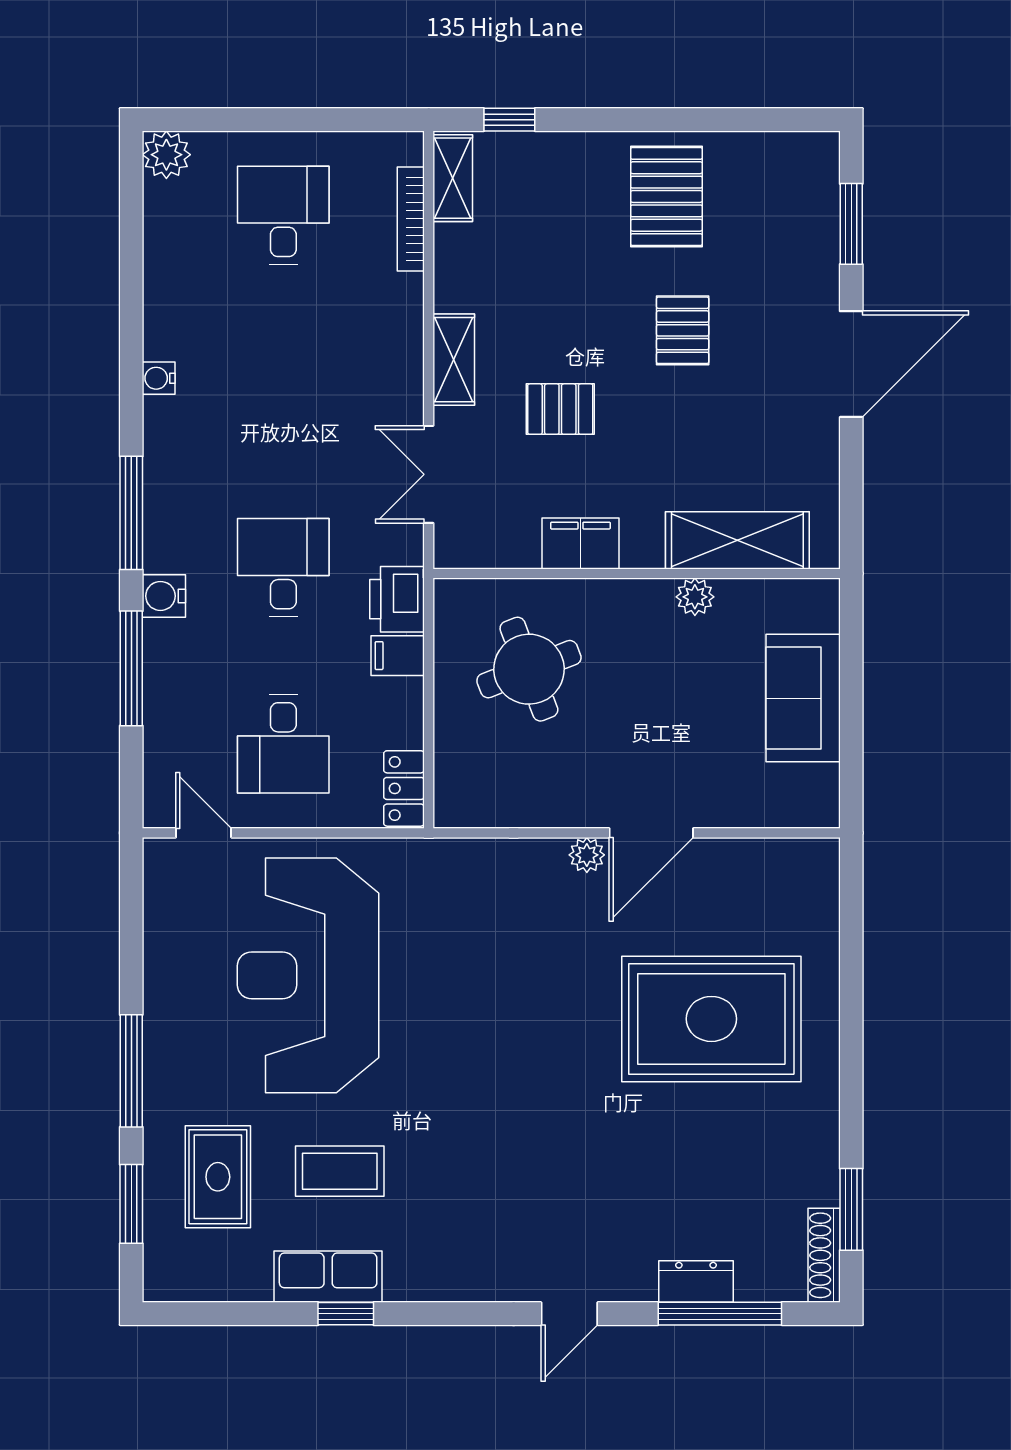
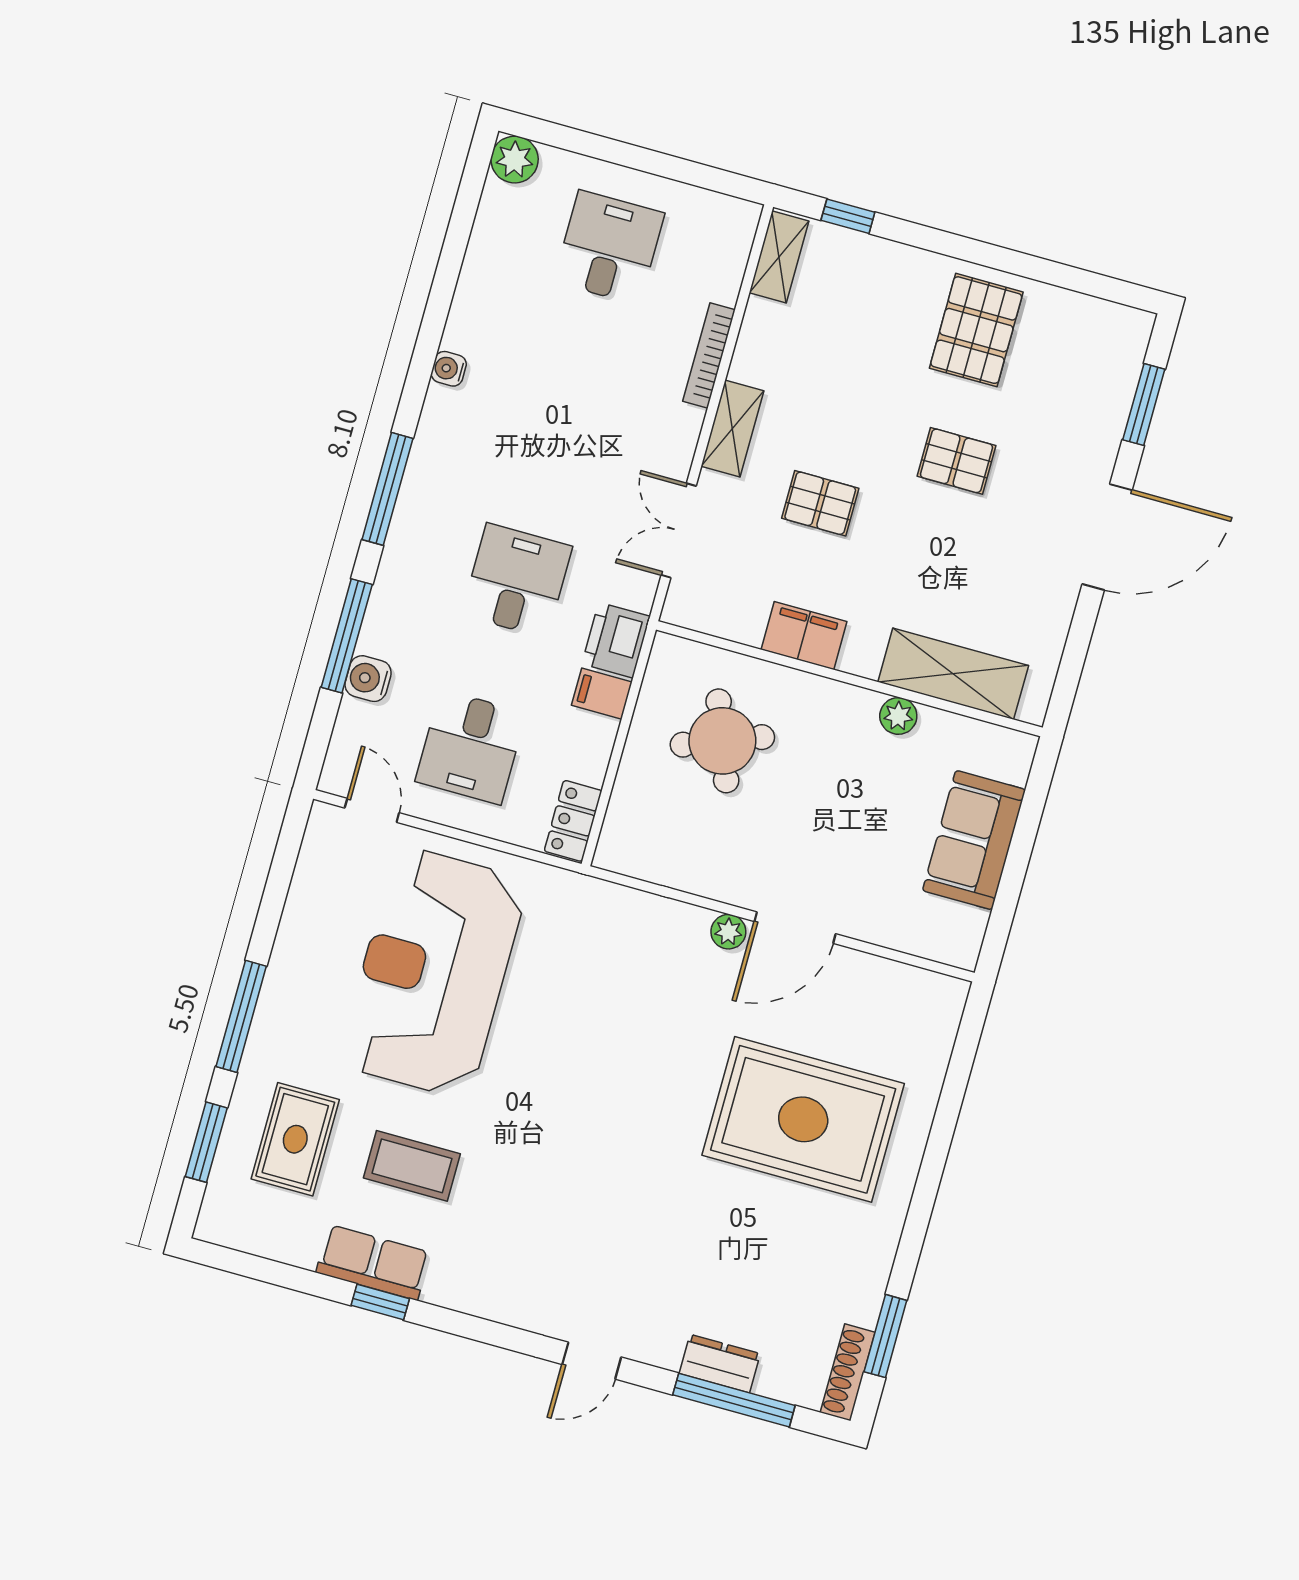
bookcase: (411, 219) -> (709, 356), moved
pallet: (683, 330) -> (956, 461), turned 90
water cooler: (164, 596) -> (368, 679), moved

